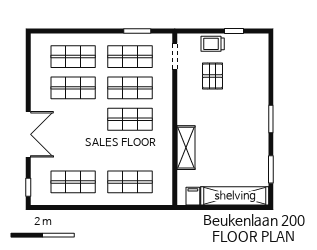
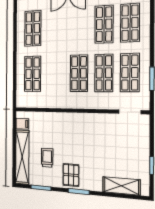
trolley: (213, 44) -> (47, 158), moved
pallet: (212, 76) -> (71, 175), moved, turned 90
shelving: (186, 148) -> (121, 186), moved

